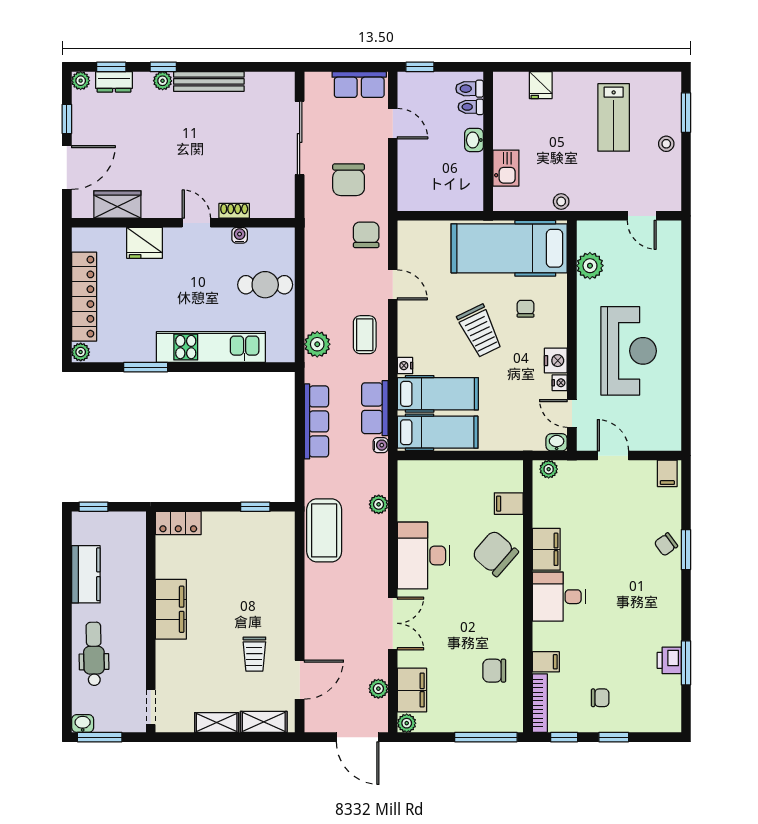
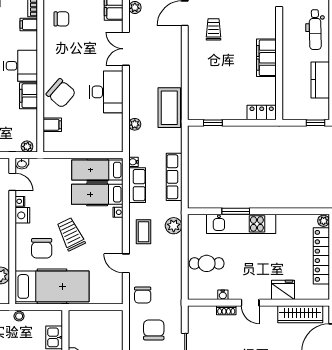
wardrobe: (117, 204) -> (300, 314), width x1.50
chair: (525, 309) -> (42, 248), width x1.87, depth x1.87
window: (146, 367) -> (236, 211), moved

